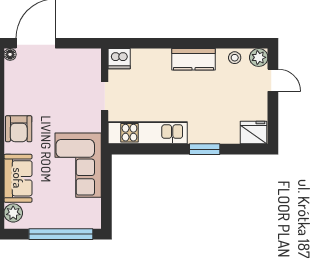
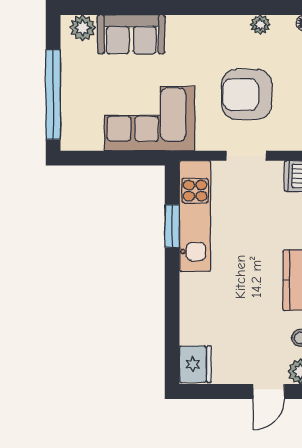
plant: (11, 86) -> (260, 25), added
armchair: (19, 129) -> (247, 94), moved, width x1.36, depth x1.36
window: (205, 149) -> (172, 226), moved

